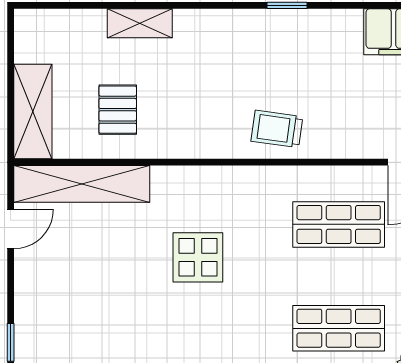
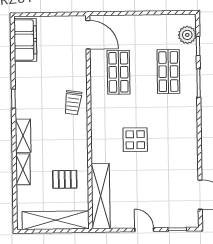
shelving: (210, 24) -> (23, 136), added
shelving: (33, 111) -> (56, 220), width x1.47
door: (11, 229) -> (144, 230), moved

